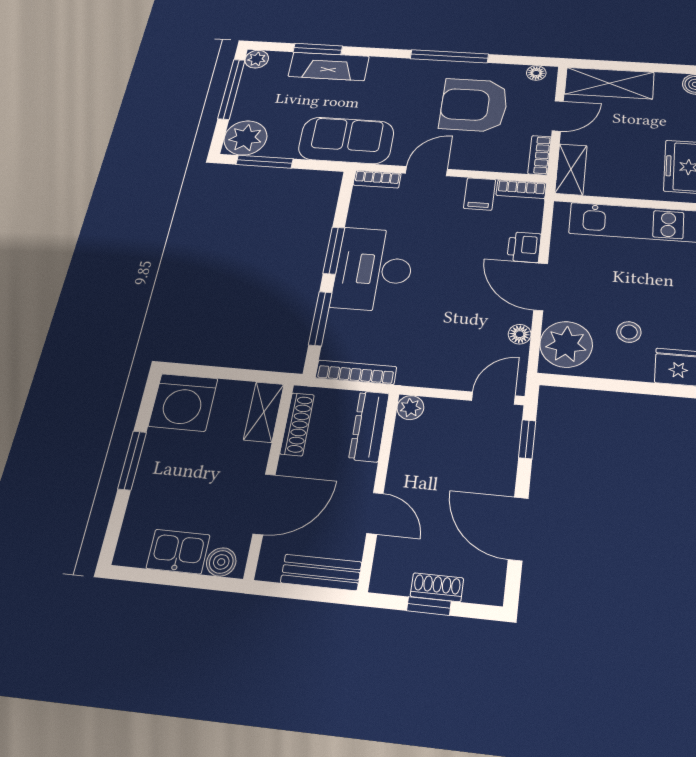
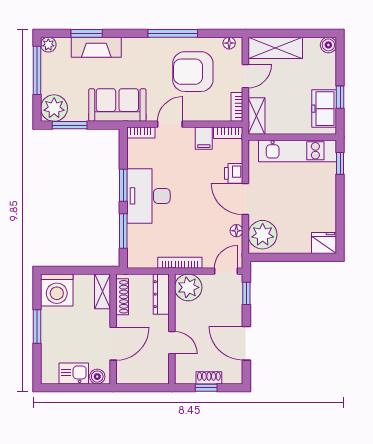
stool: (629, 332) -> (296, 224), removed
bookcase: (356, 372) -> (180, 263), moved
plant: (410, 408) -> (188, 287), width x1.87, depth x1.87
bench: (321, 572) -> (149, 377), removed

